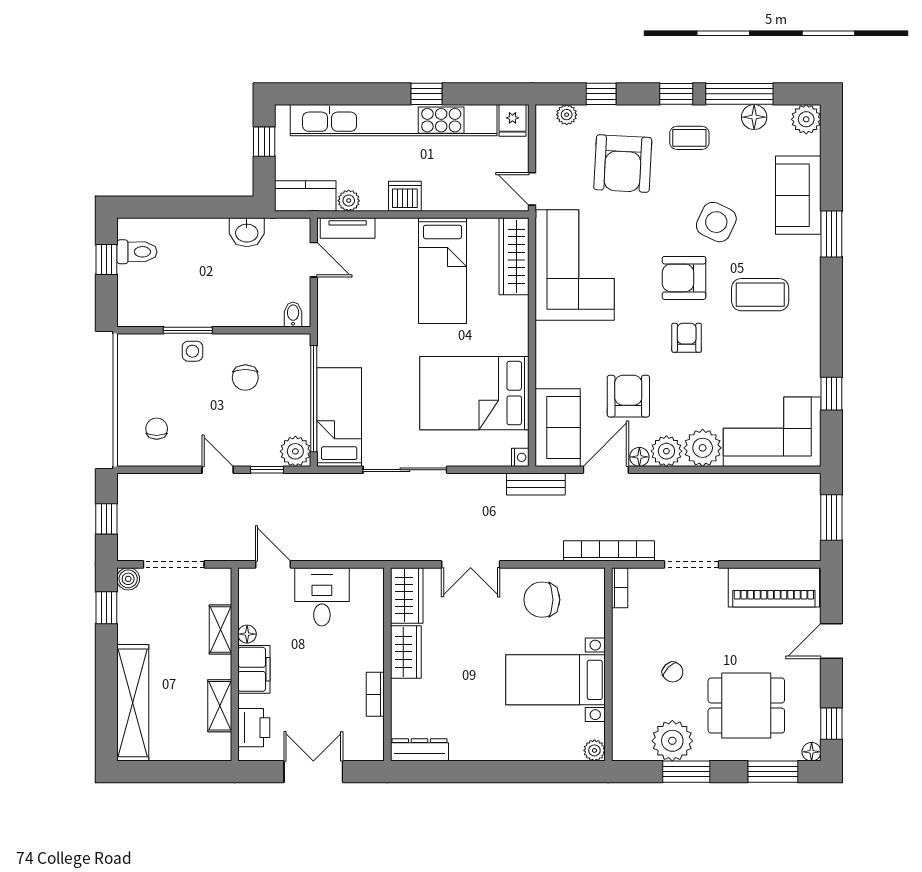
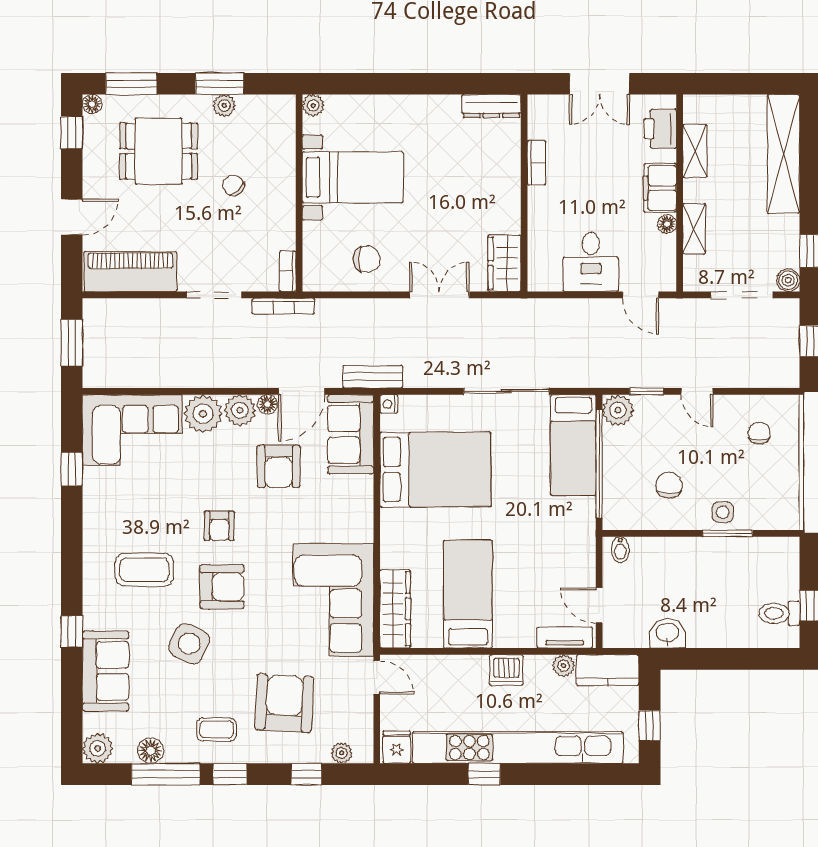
window: (831, 234) -> (72, 631), width x0.67
chair: (157, 429) -> (759, 433), turned 180
bookcase: (609, 551) -> (283, 306), width x0.68, depth x0.76
chair: (542, 600) -> (367, 259), width x0.73, depth x0.73
wardrobe: (406, 652) -> (505, 206), removed
plant: (672, 741) -> (224, 106), width x0.53, depth x0.53

